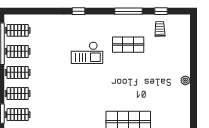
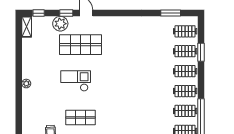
checkout: (87, 53) -> (76, 81), moved

